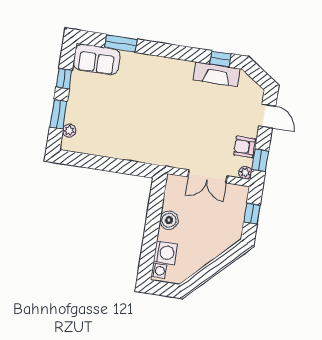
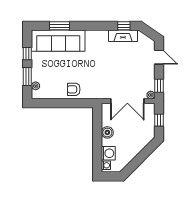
sofa: (97, 59) -> (58, 41), width x1.85, depth x1.27
armchair: (245, 147) -> (74, 89), moved
double door: (208, 176) -> (127, 101), width x1.37

